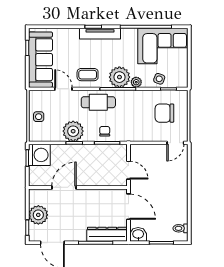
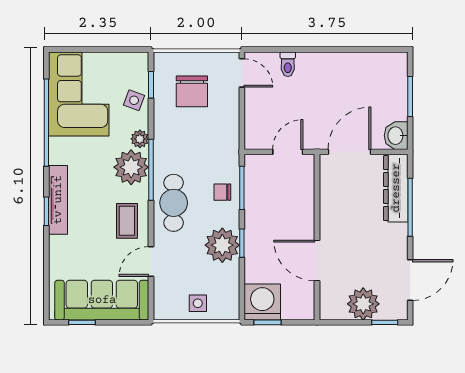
toilet: (181, 228) -> (288, 64), moved

